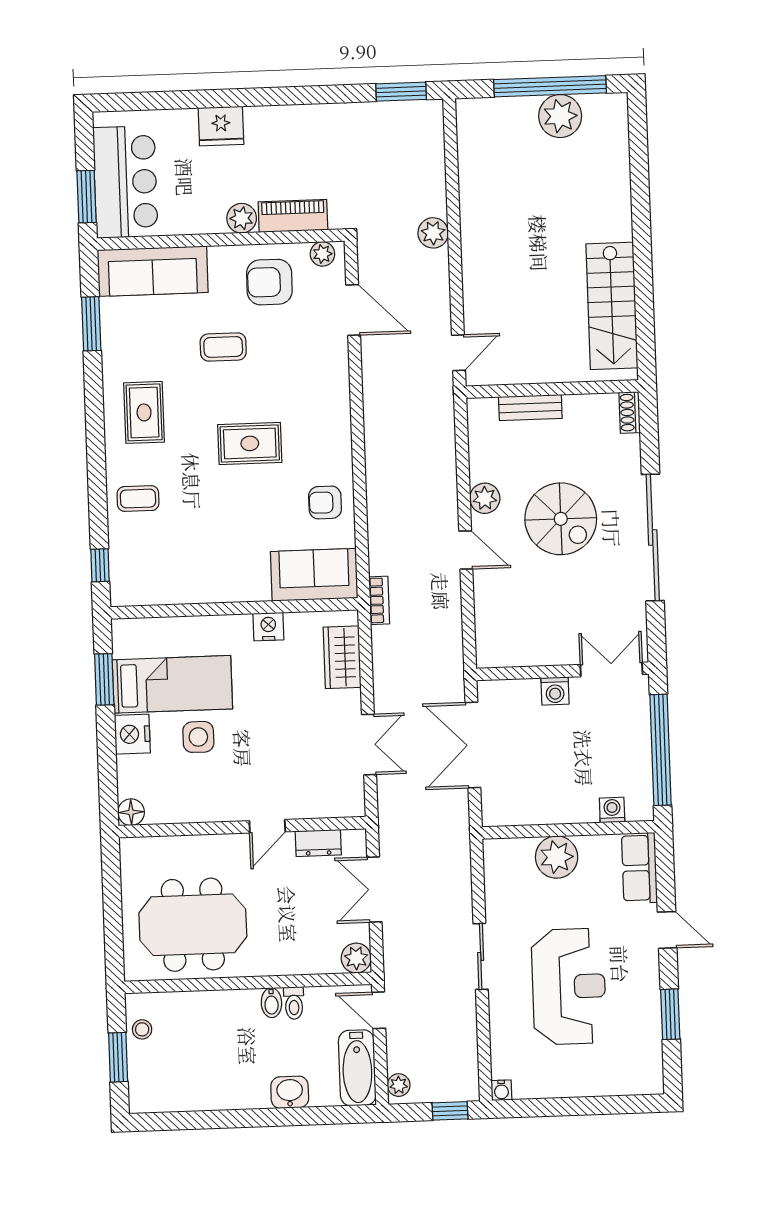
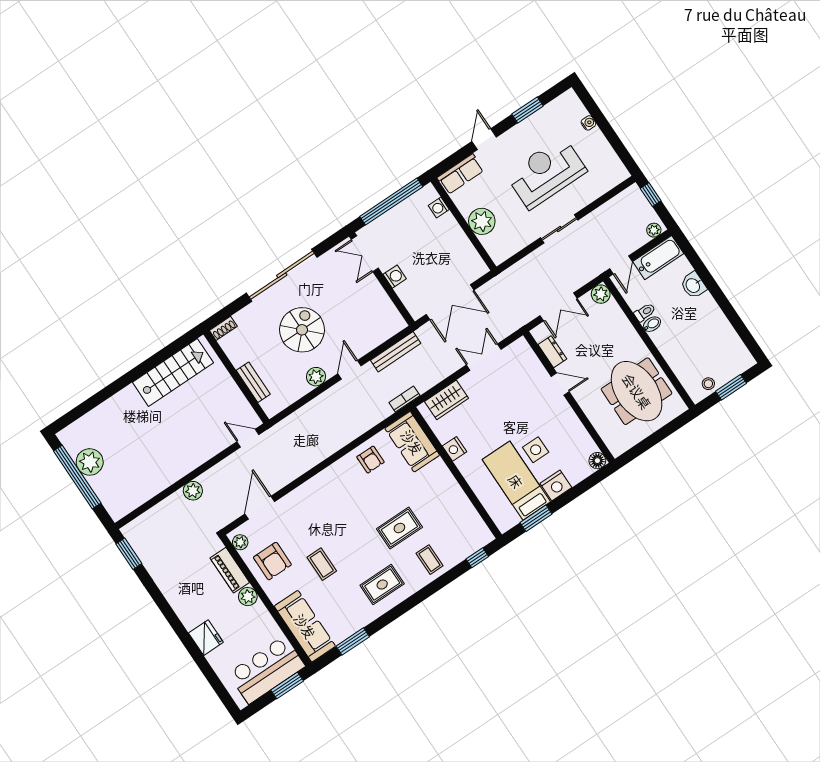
rug: (250, 443) -> (399, 528), moved, turned 90
bench: (451, 628) -> (396, 352), added
water cooler: (501, 1090) -> (588, 123), moved

